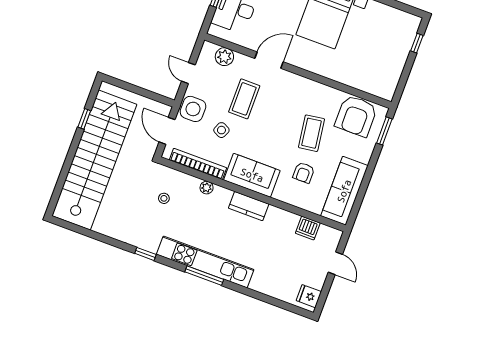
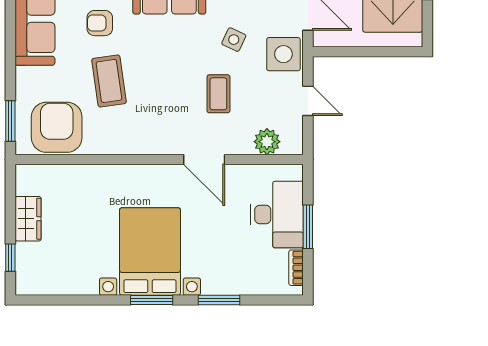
door: (269, 60) -> (204, 159), hinge flipped
wardrobe: (396, 64) -> (28, 219), added
coffee table: (244, 99) -> (218, 94), width x0.73, depth x0.77
armchair: (304, 173) -> (100, 23), turned -90

